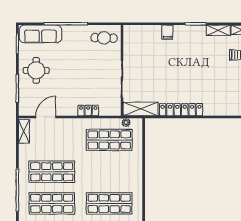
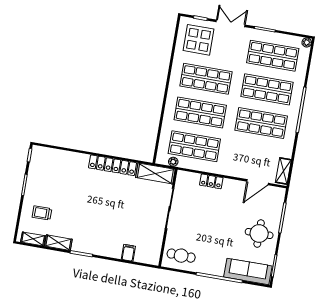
filing cabinet: (167, 32) -> (128, 253), moved
shop shelf: (109, 172) -> (200, 113), added

